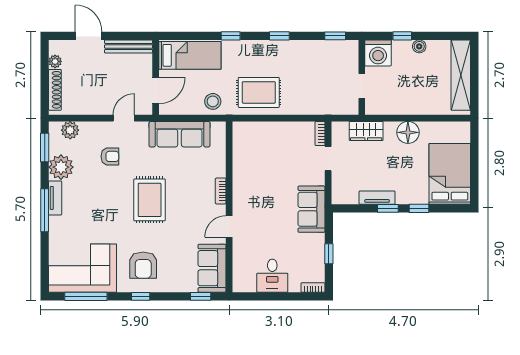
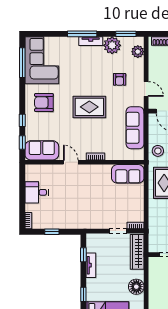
wardrobe: (366, 131) -> (137, 252), width x1.50
window: (388, 208) -> (83, 255), moved
sofa: (312, 209) -> (128, 174), moved, turned 180
window: (141, 296) -> (22, 120), moved

